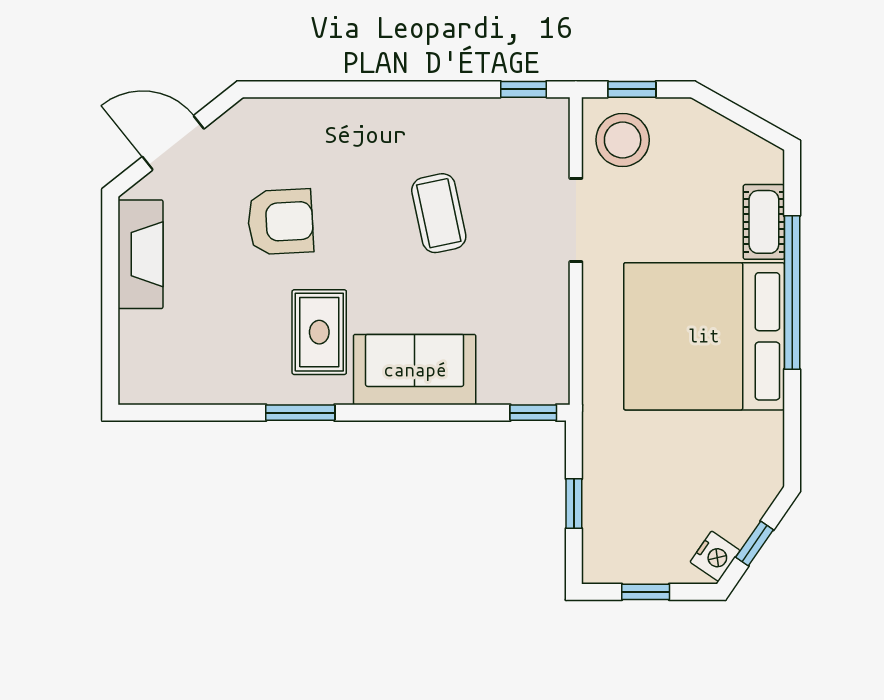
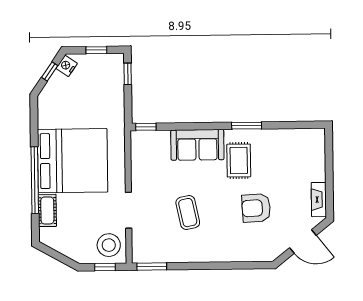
window: (524, 89) -> (152, 266), width x1.50
fireplace: (140, 254) -> (319, 200), width x0.73, depth x0.76
window: (574, 504) -> (128, 74), moved

